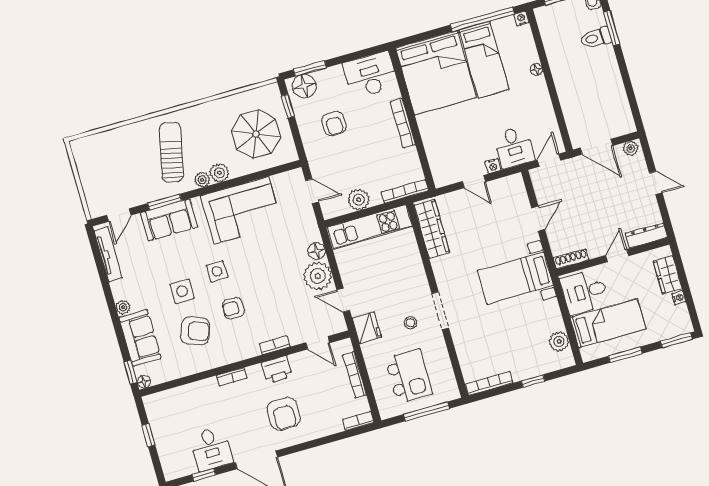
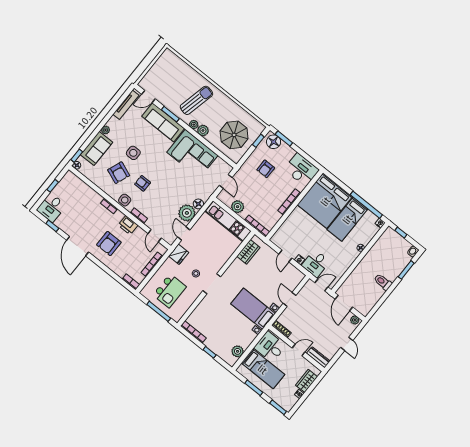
toilet: (596, 38) -> (383, 282), moved
door: (538, 219) -> (289, 299), swing flipped
sofa: (169, 220) -> (163, 122), width x1.36
wardrobe: (432, 229) -> (248, 252), width x0.67
side table: (217, 271) -> (125, 200), moved
desk: (211, 449) -> (51, 208), moved

